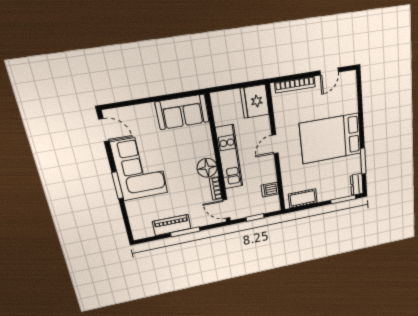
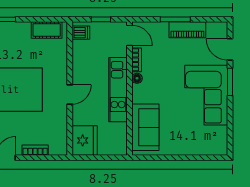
bookcase: (295, 85) -> (35, 150), width x0.64
sofa: (182, 112) -> (145, 127), moved, turned 90
door: (104, 130) -> (230, 49), moved
floor lamp: (207, 168) -> (137, 78), width x0.53, depth x0.53
dishwasher: (270, 190) -> (81, 33), moved

